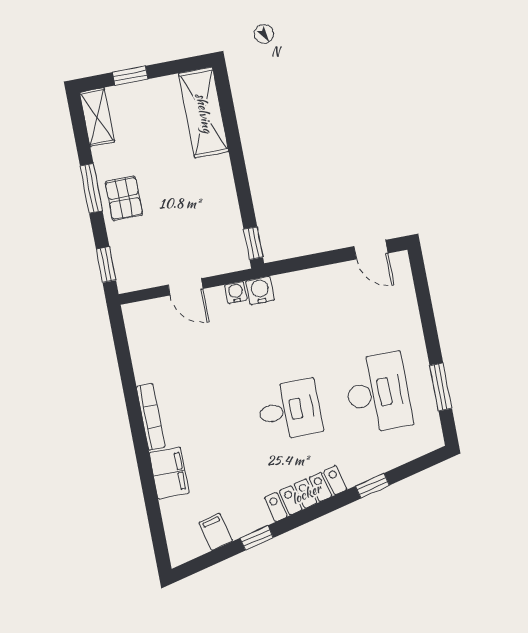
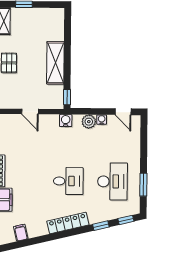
shelving: (204, 113) -> (55, 63), moved
plant: (307, 283) -> (89, 122), added
water cooler: (236, 292) -> (102, 120), moved
window: (257, 538) -> (126, 220), moved

